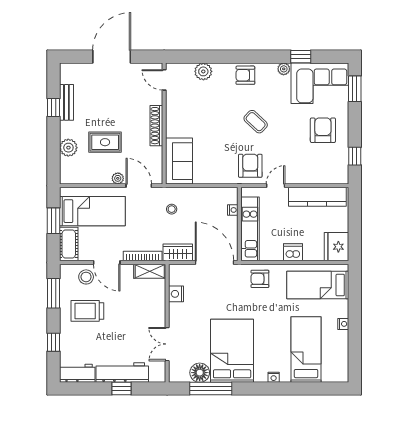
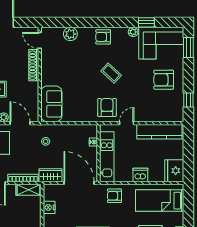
shoe rack: (156, 126) -> (34, 65), moved
armchair: (323, 130) -> (164, 80), turned -90

